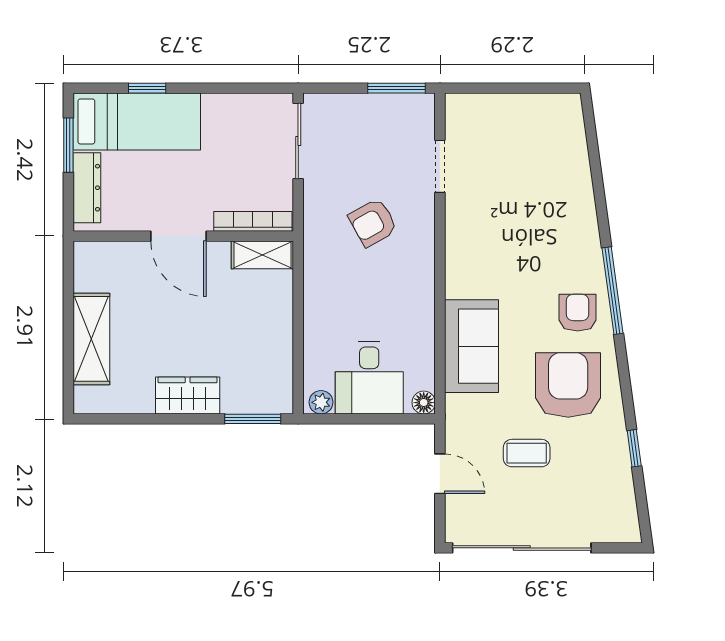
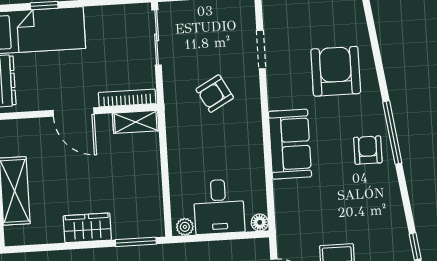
sofa: (472, 346) -> (290, 144), moved
armchair: (568, 385) -> (336, 71), moved

